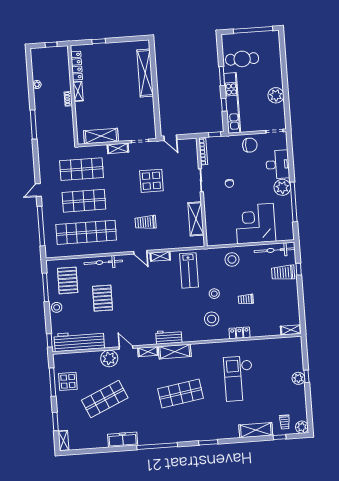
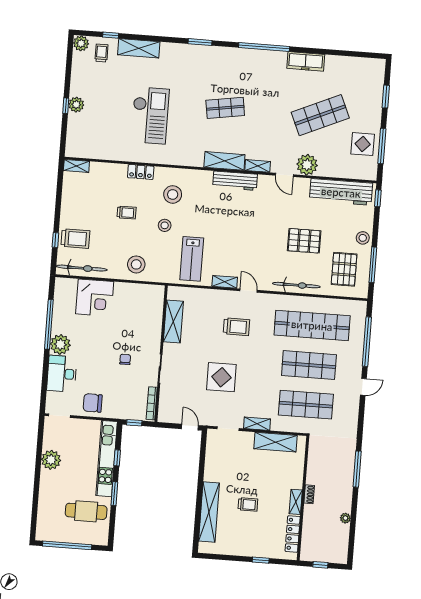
trolley: (115, 84) -> (248, 504), added
corner desk: (255, 224) -> (95, 298), width x0.74, depth x0.74
lab bench: (189, 270) -> (192, 259), turned 180
pallet: (103, 298) -> (304, 241), turned 90
workbench: (169, 337) -> (235, 181), width x1.38
shop shelf: (181, 393) -> (225, 108), width x0.70, depth x0.74
shelving: (63, 441) -> (379, 71), removed

